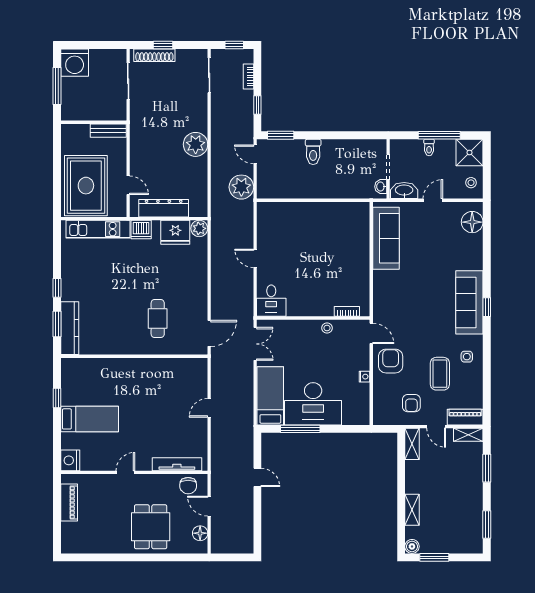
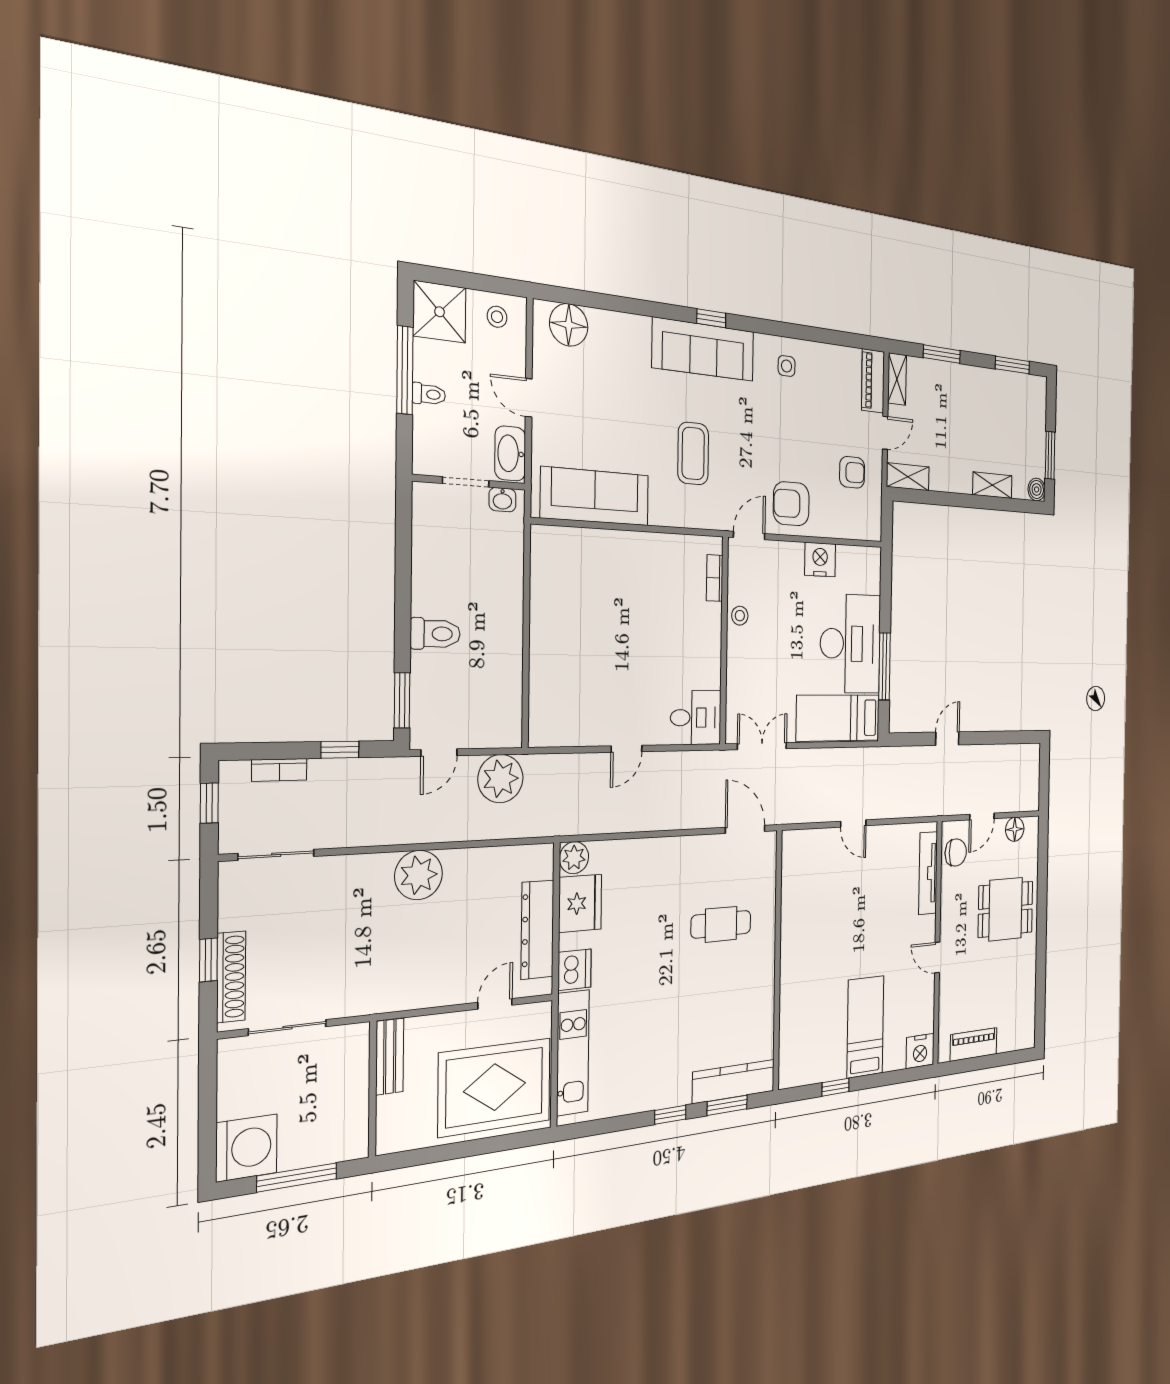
coffee table: (440, 374) -> (693, 454), moved, turned 90
nightstand: (365, 377) -> (820, 560), width x1.89, depth x1.79

